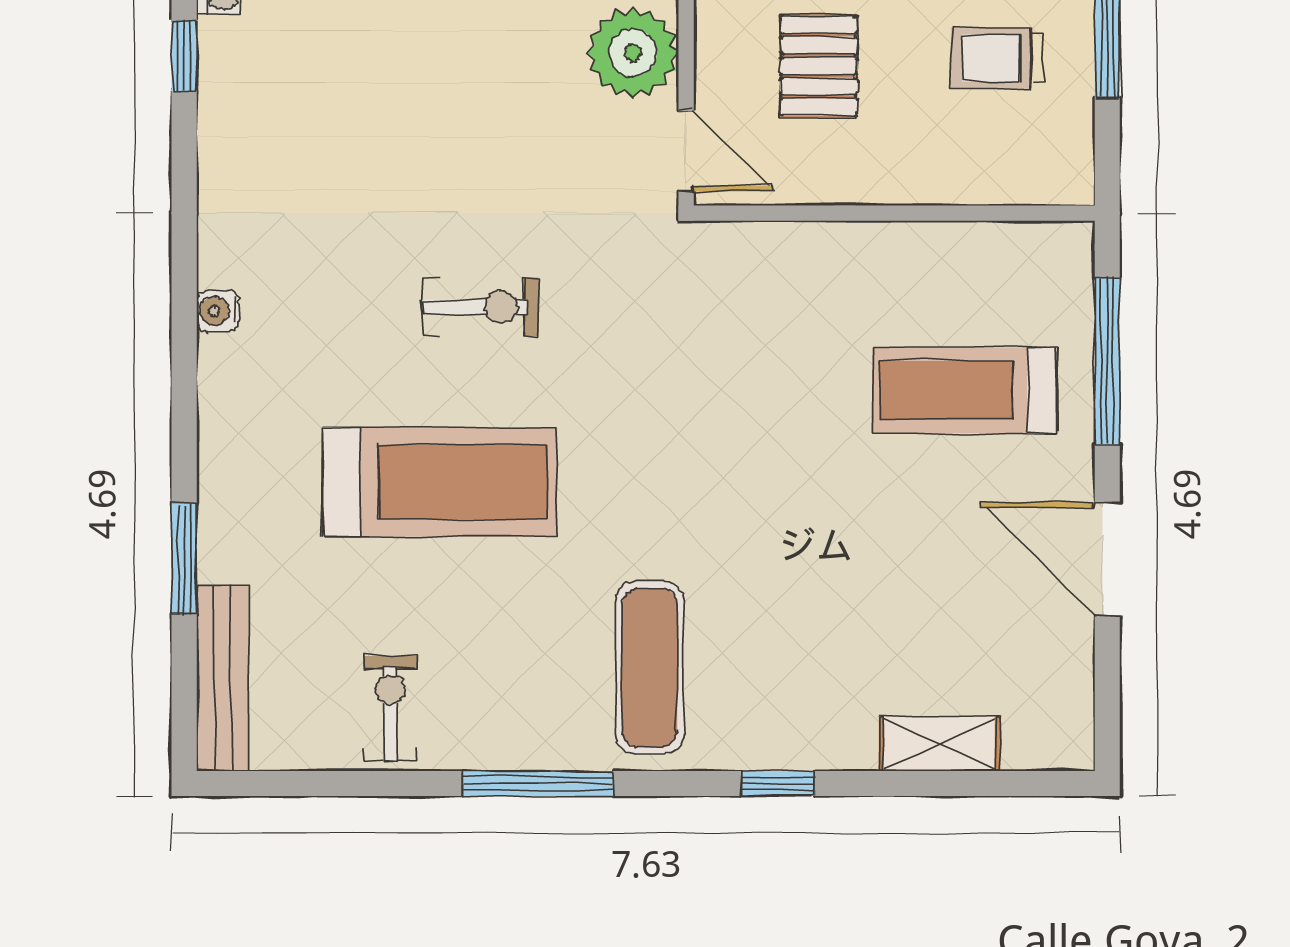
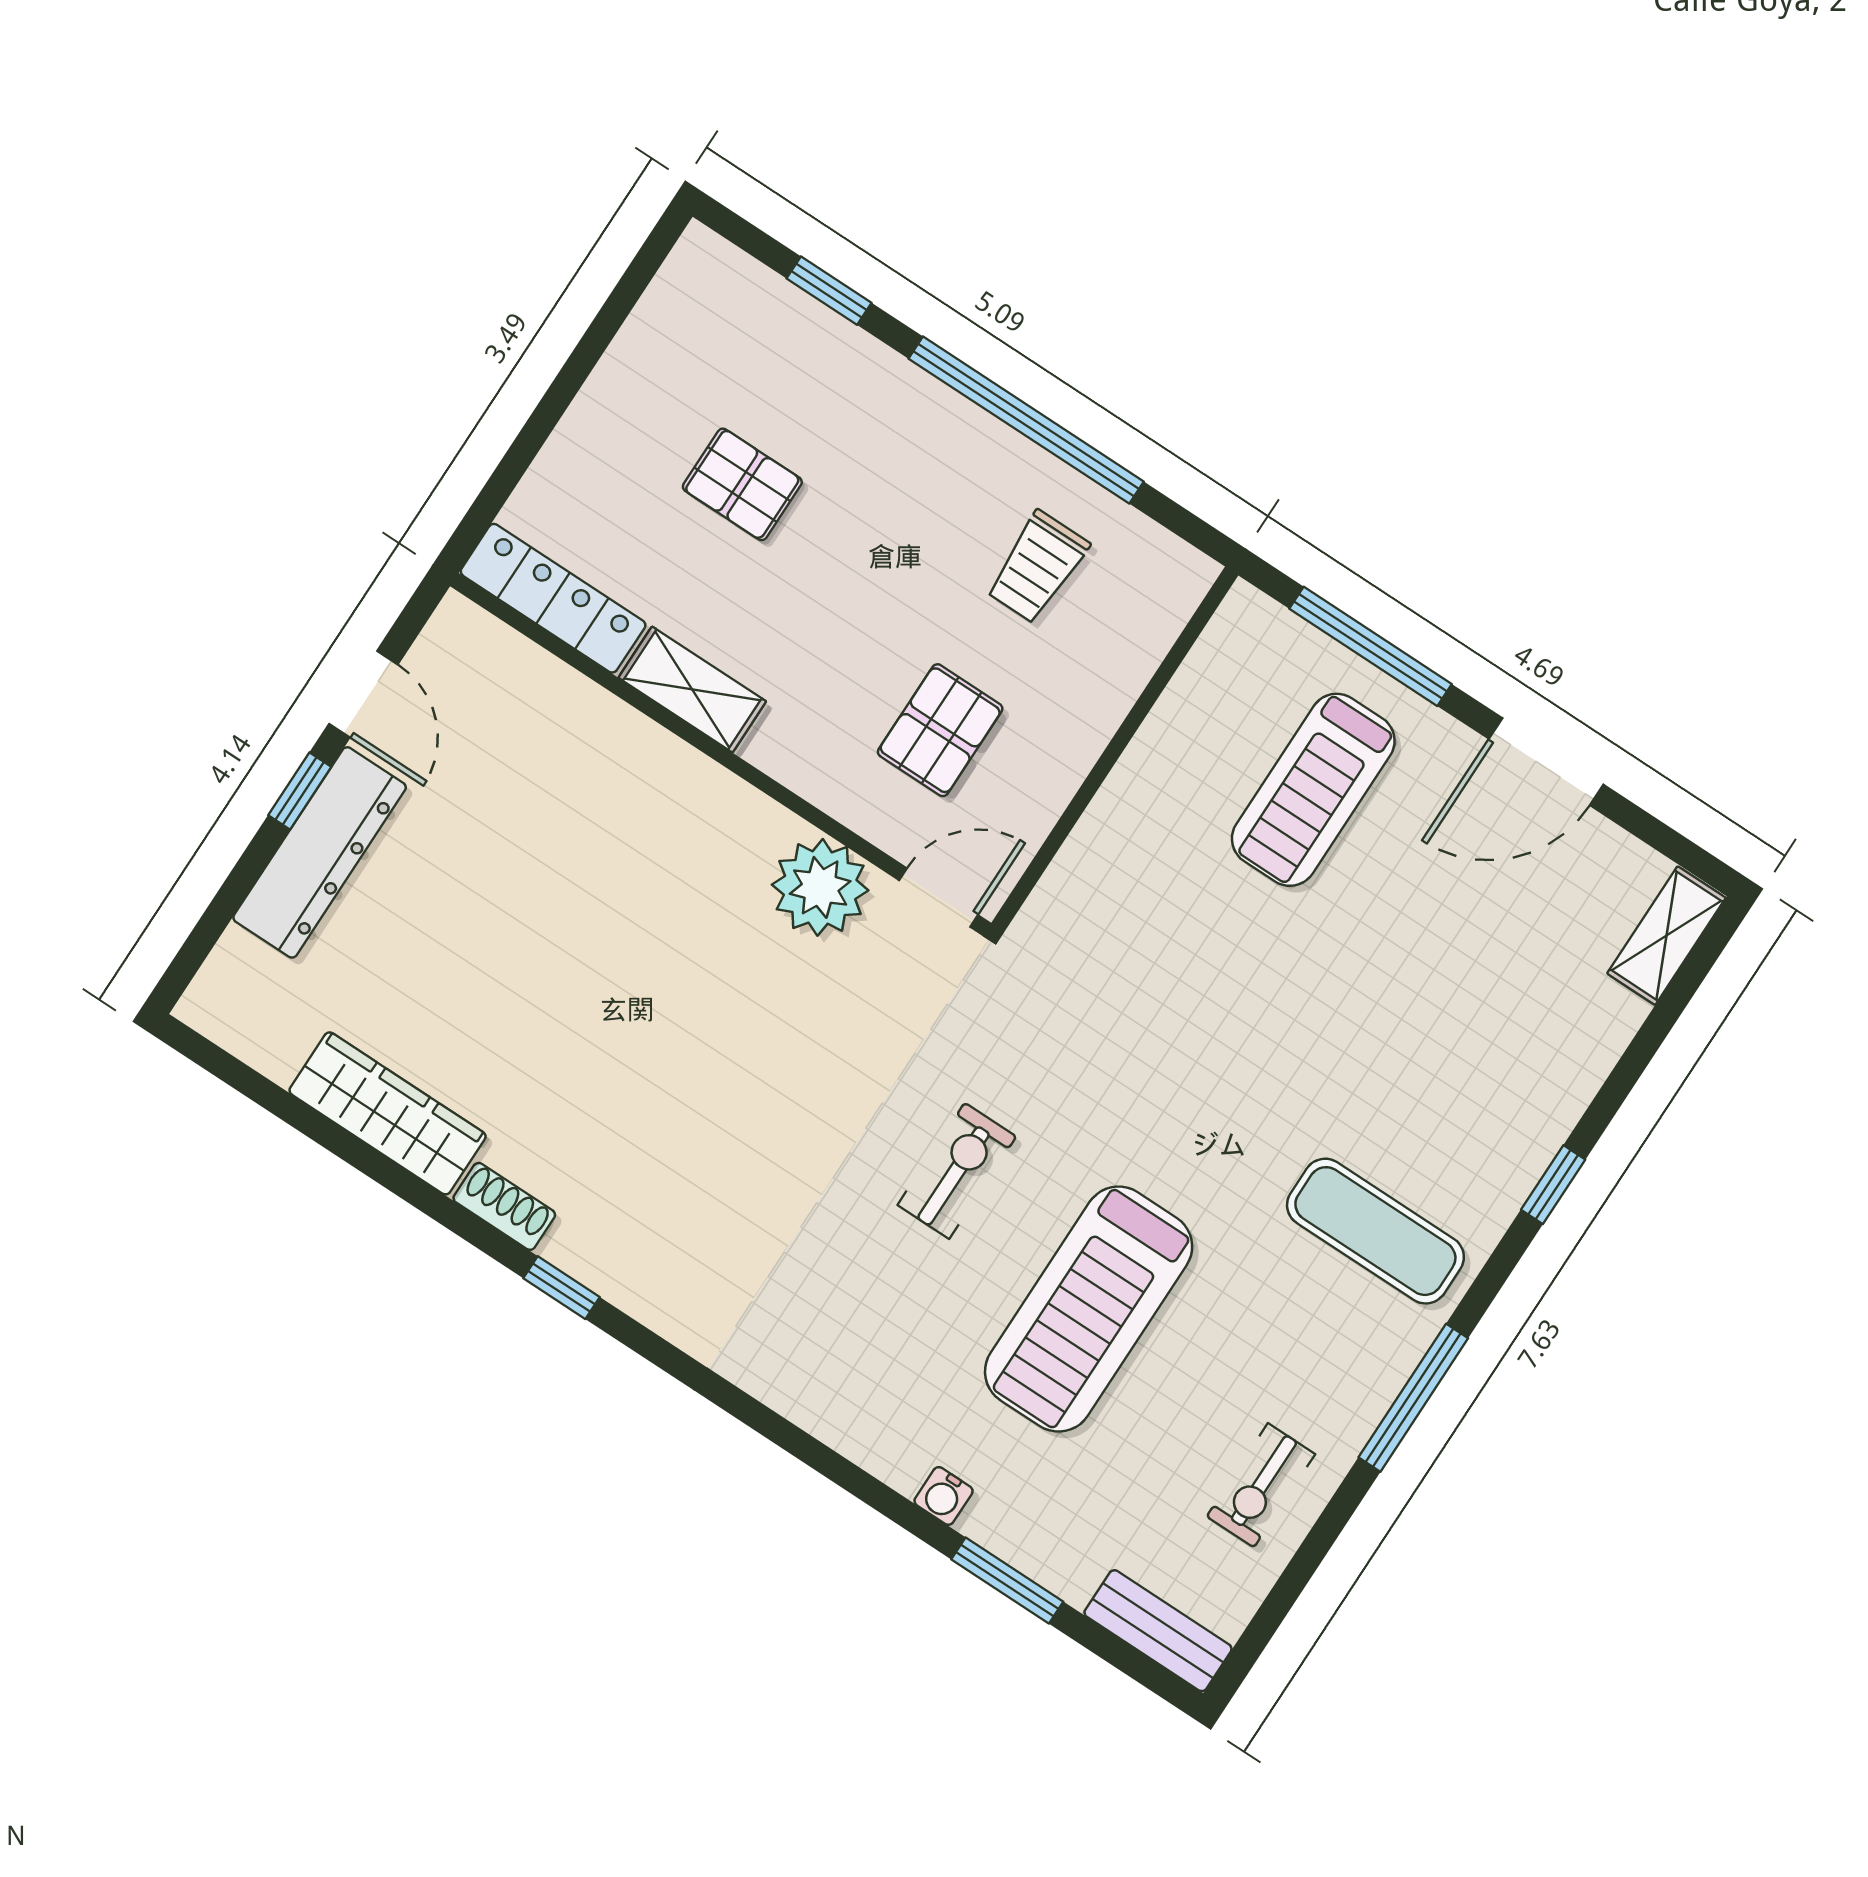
pallet: (819, 66) -> (940, 730), turned 90
water cooler: (218, 311) -> (944, 1496), moved
treadmill: (440, 482) -> (1089, 1309), turned 180
bench: (222, 678) -> (1158, 1631), width x0.73
exercise bike: (390, 709) -> (1261, 1485), turned -90
shelving: (939, 744) -> (1666, 936), moved

